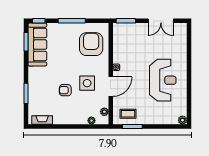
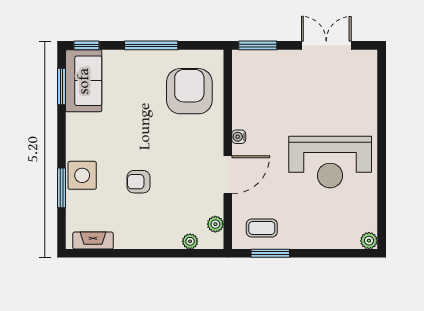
double door: (161, 21) -> (326, 45), swing flipped
sofa: (37, 45) -> (84, 81), width x0.73
reception desk: (163, 80) -> (330, 162), turned 90
side table: (87, 83) -> (82, 175), moved

